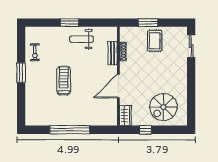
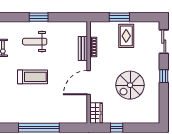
weight bench: (82, 39) -> (35, 42), moved
window: (191, 80) -> (164, 76), added
treadmill: (64, 81) -> (32, 77), turned 90
spiral stairs: (163, 107) -> (130, 85), moved

